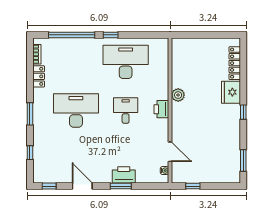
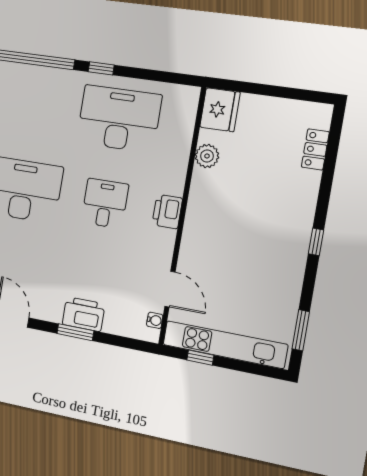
locker: (235, 63) -> (315, 149), width x0.66
fridge: (231, 92) -> (220, 110), moved, turned 180
plant: (178, 95) -> (207, 156), moved
kitchen unit: (205, 176) -> (225, 345), added

